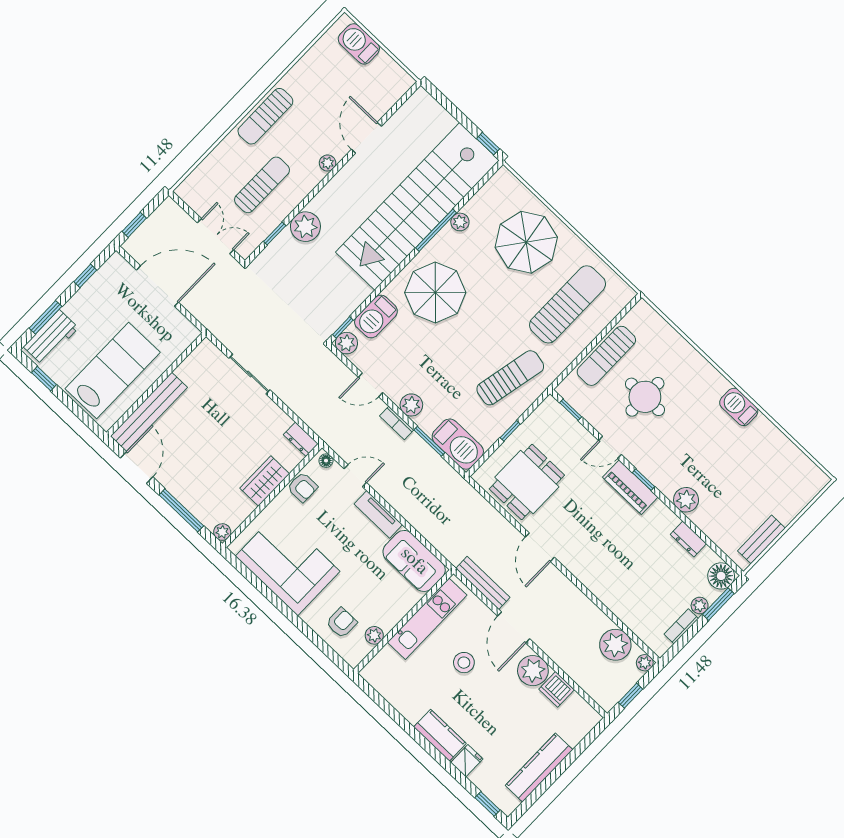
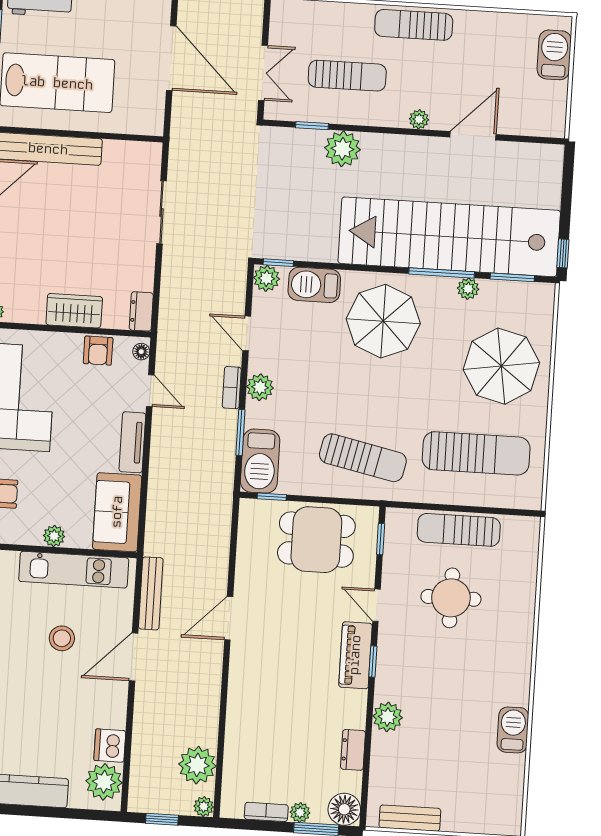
window: (476, 188) -> (512, 277), added
barbecue: (739, 407) -> (513, 730), moved
window: (510, 431) -> (272, 497), moved
dining table: (527, 482) -> (316, 540), moved
plant: (374, 635) -> (54, 536), moved
plant: (533, 671) -> (104, 782), moved

